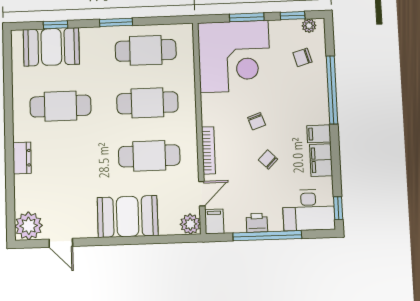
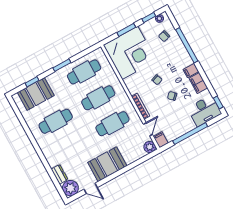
dresser: (22, 158) -> (60, 174), moved
booth: (128, 216) -> (107, 164), moved
printer: (257, 223) -> (182, 130), removed

